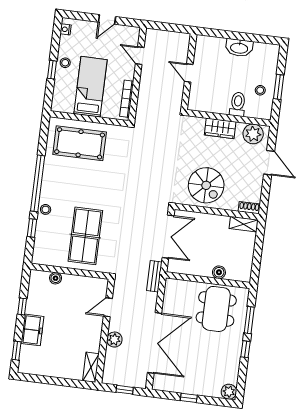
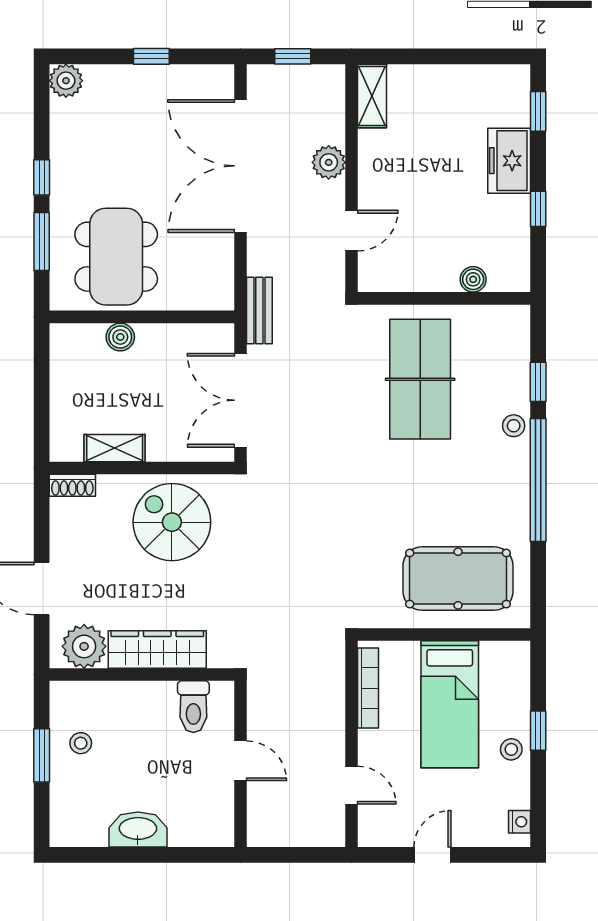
toilet: (238, 104) -> (193, 707), moved
wardrobe: (220, 128) -> (157, 649), width x1.50
shelving: (244, 224) -> (115, 448), moved

